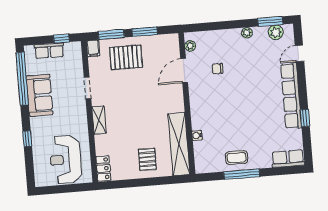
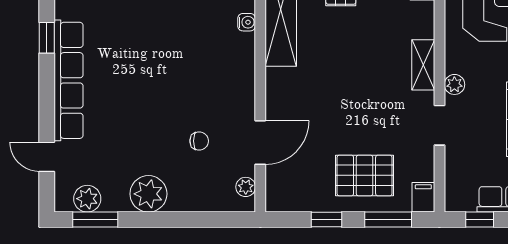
window: (145, 32) -> (327, 220), width x0.67
plant: (247, 33) -> (148, 194), width x1.88, depth x1.88
door: (300, 53) -> (47, 157), swing flipped
plant: (81, 111) -> (454, 84), added

